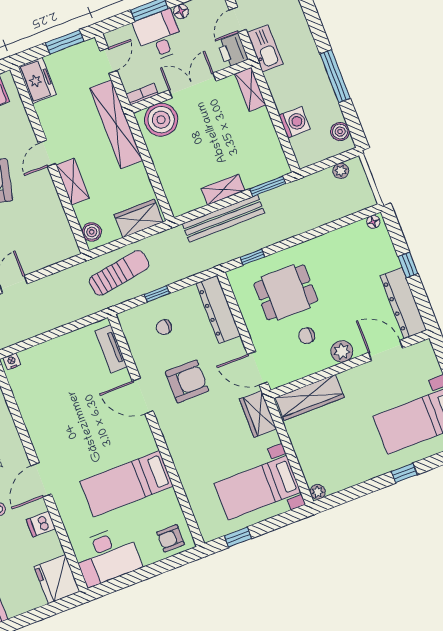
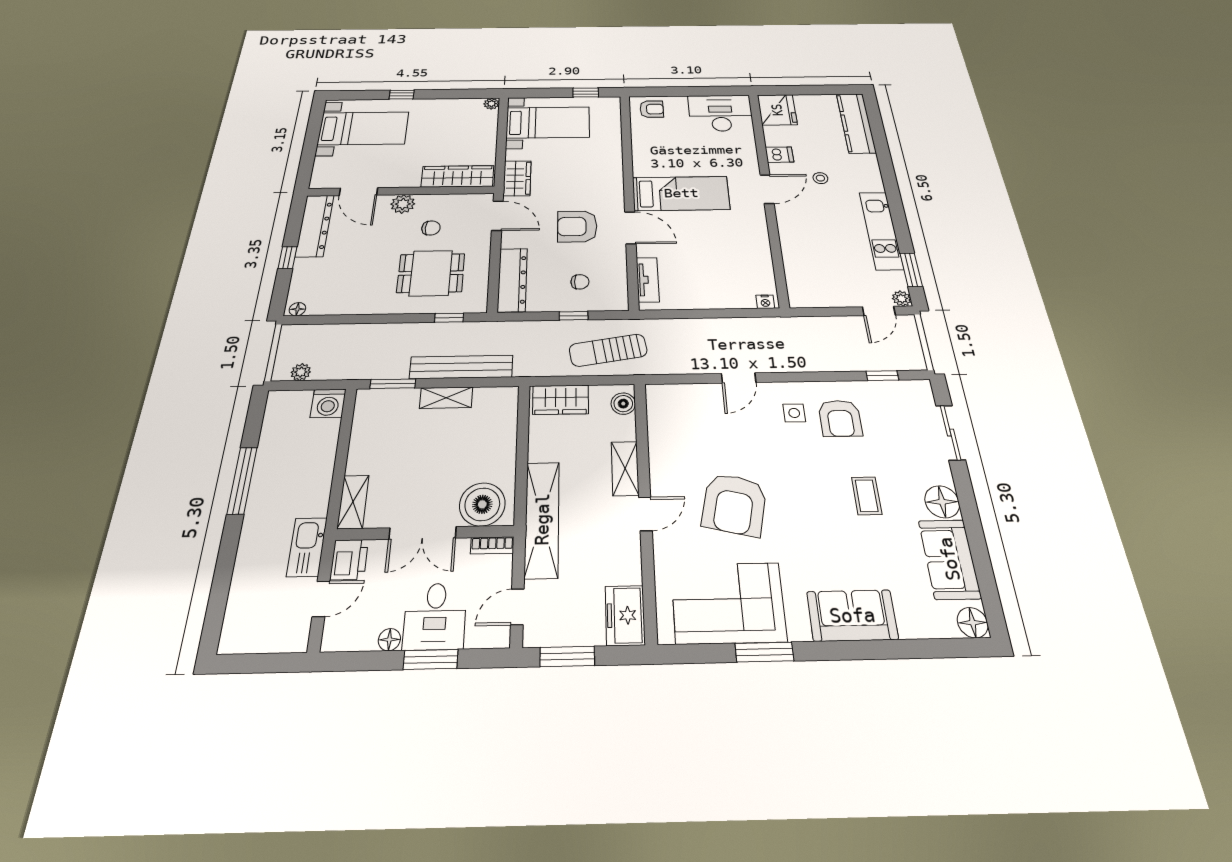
washing machine: (295, 122) -> (328, 403), moved, turned -90
boiler: (340, 132) -> (276, 414), removed
bed: (127, 484) -> (681, 193), moved

